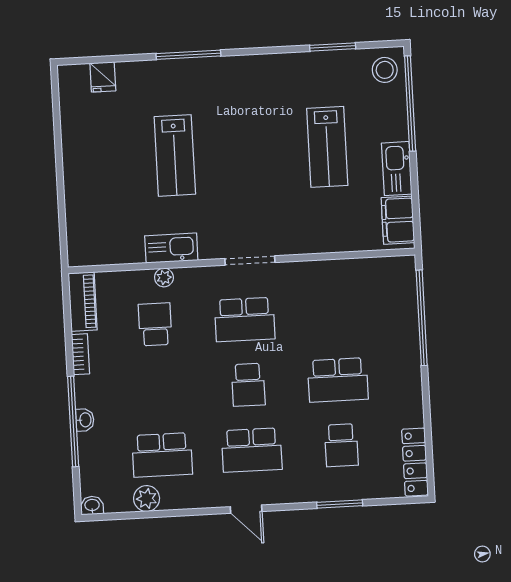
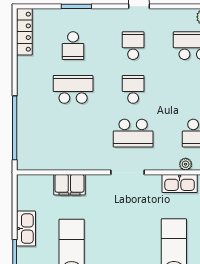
filing cabinet: (398, 220) -> (69, 185), moved, turned 90
school desk: (245, 320) -> (133, 133), turned 180
school desk: (341, 445) -> (73, 46), turned 180
school desk: (252, 450) -> (133, 46), width x0.54

